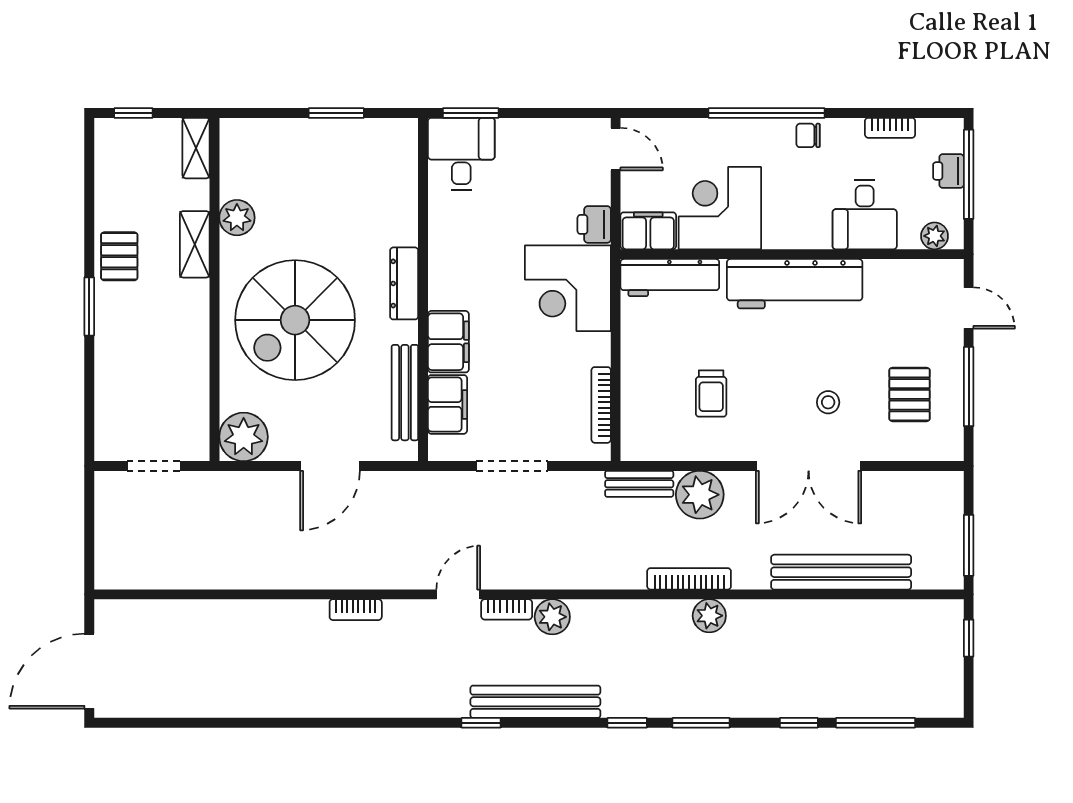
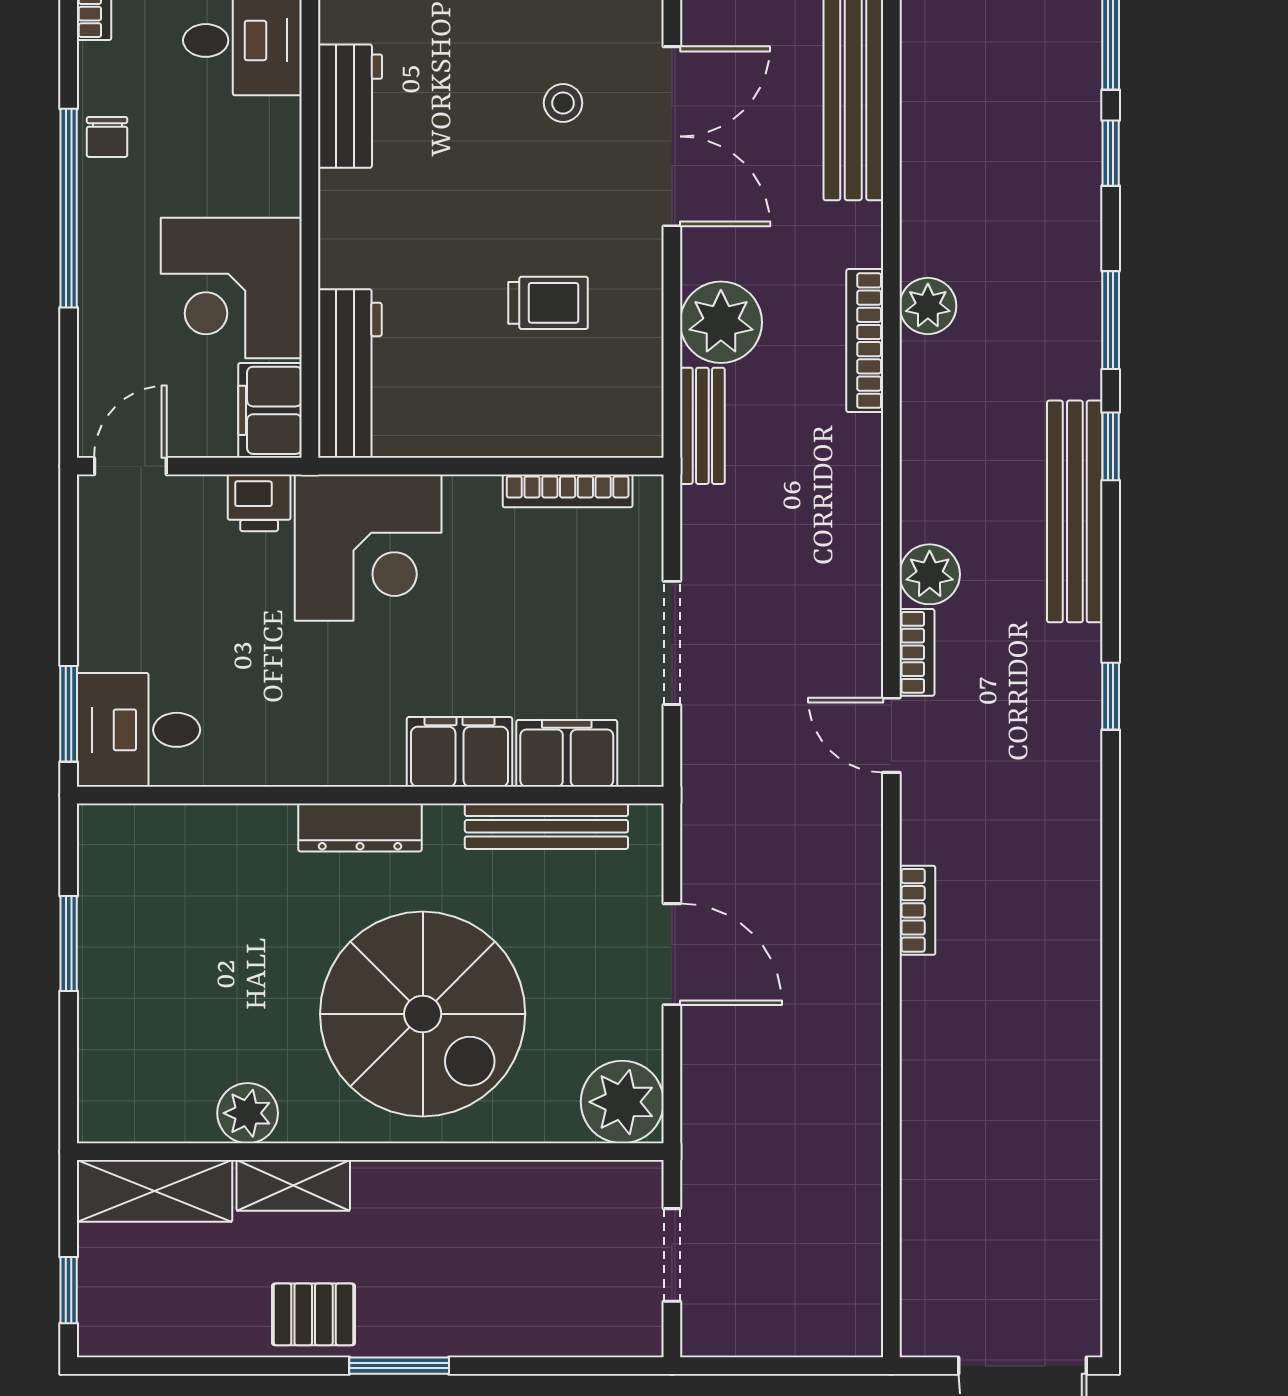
shelving: (196, 148) -> (154, 1191), width x1.50, depth x1.33
workbench: (795, 284) -> (350, 106), width x0.53, depth x0.76
bench: (535, 702) -> (1075, 511), moved

